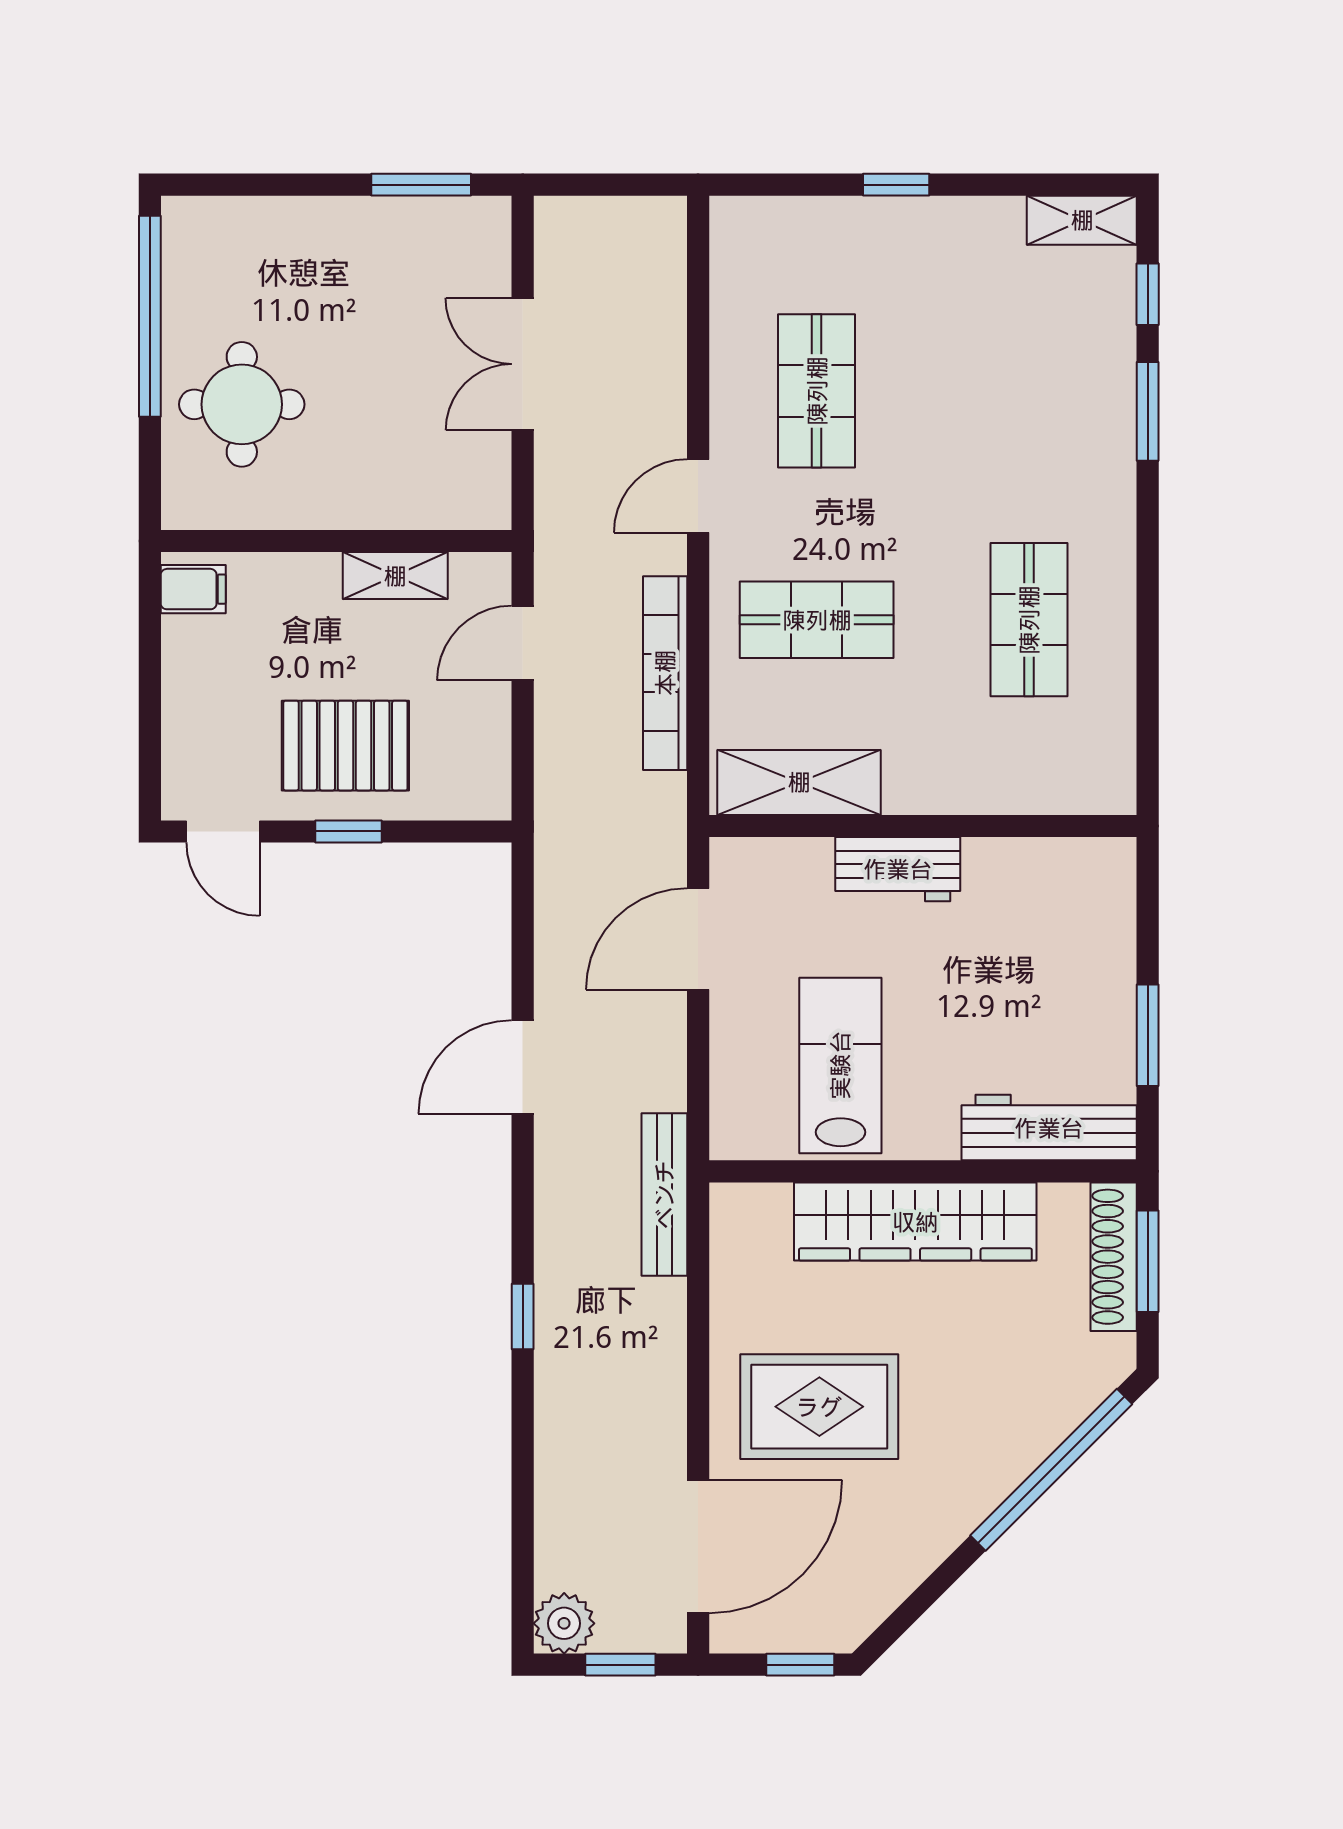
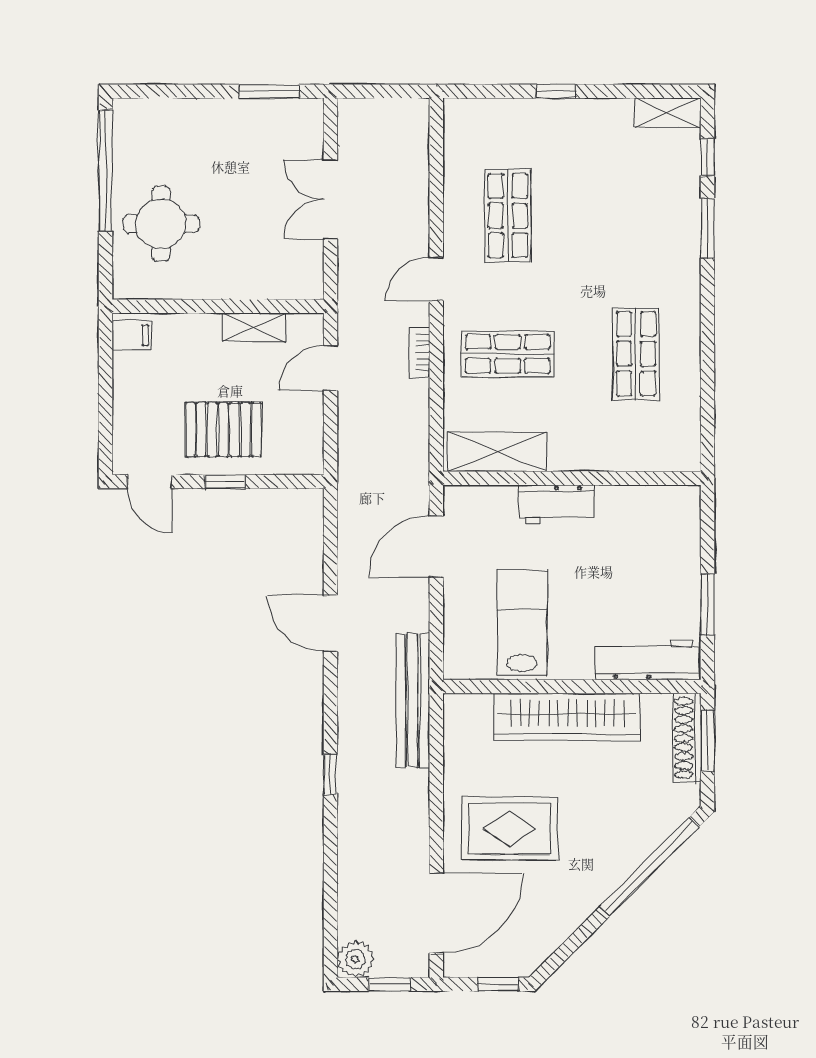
bookcase: (665, 673) -> (420, 353), width x0.43, depth x0.76
door: (523, 1067) -> (330, 624), hinge flipped
bench: (664, 1195) -> (413, 701), width x1.37, depth x1.21

